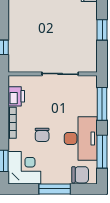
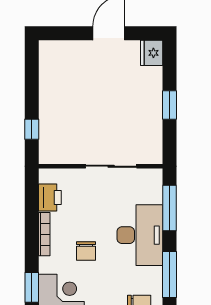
desk: (81, 138) -> (140, 235), moved

